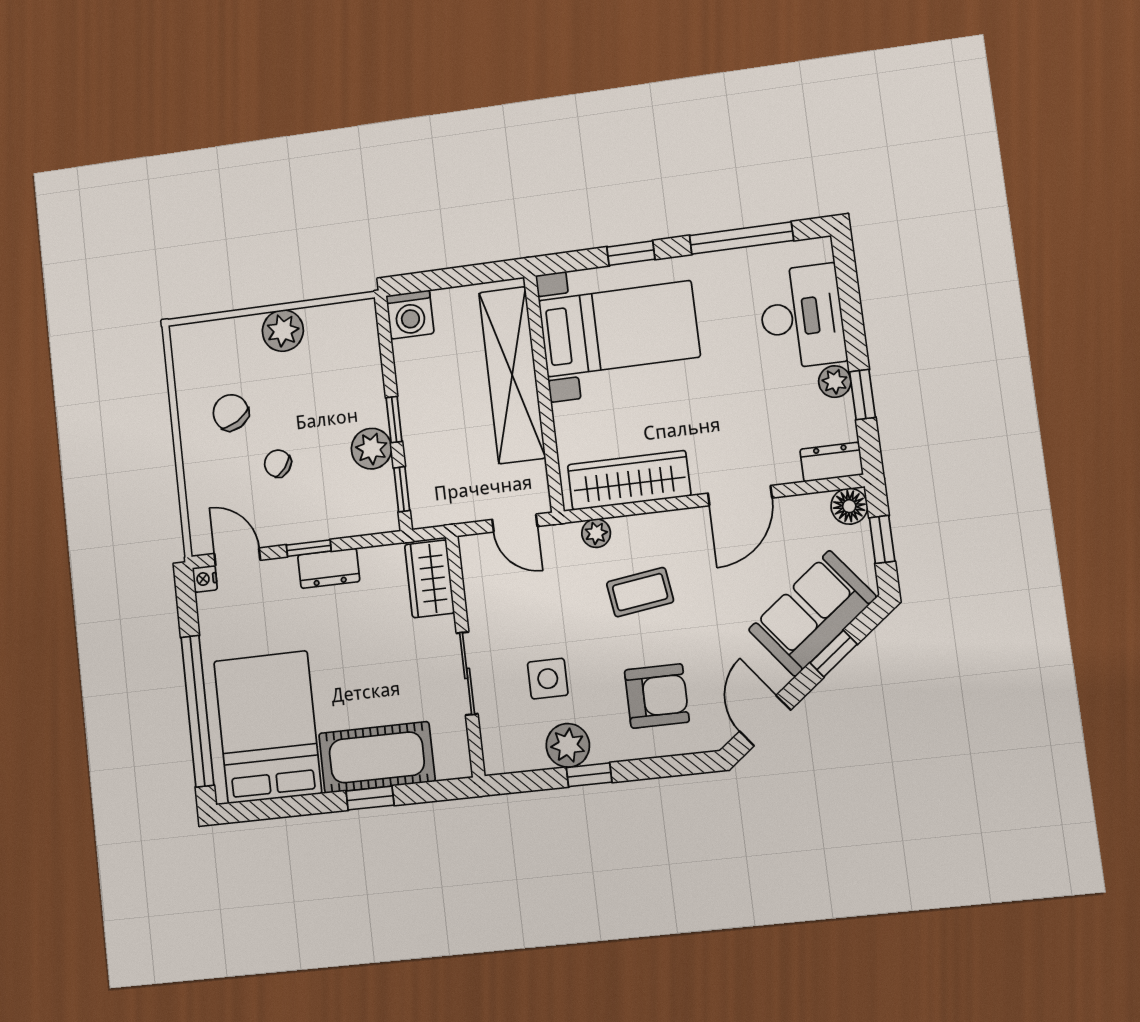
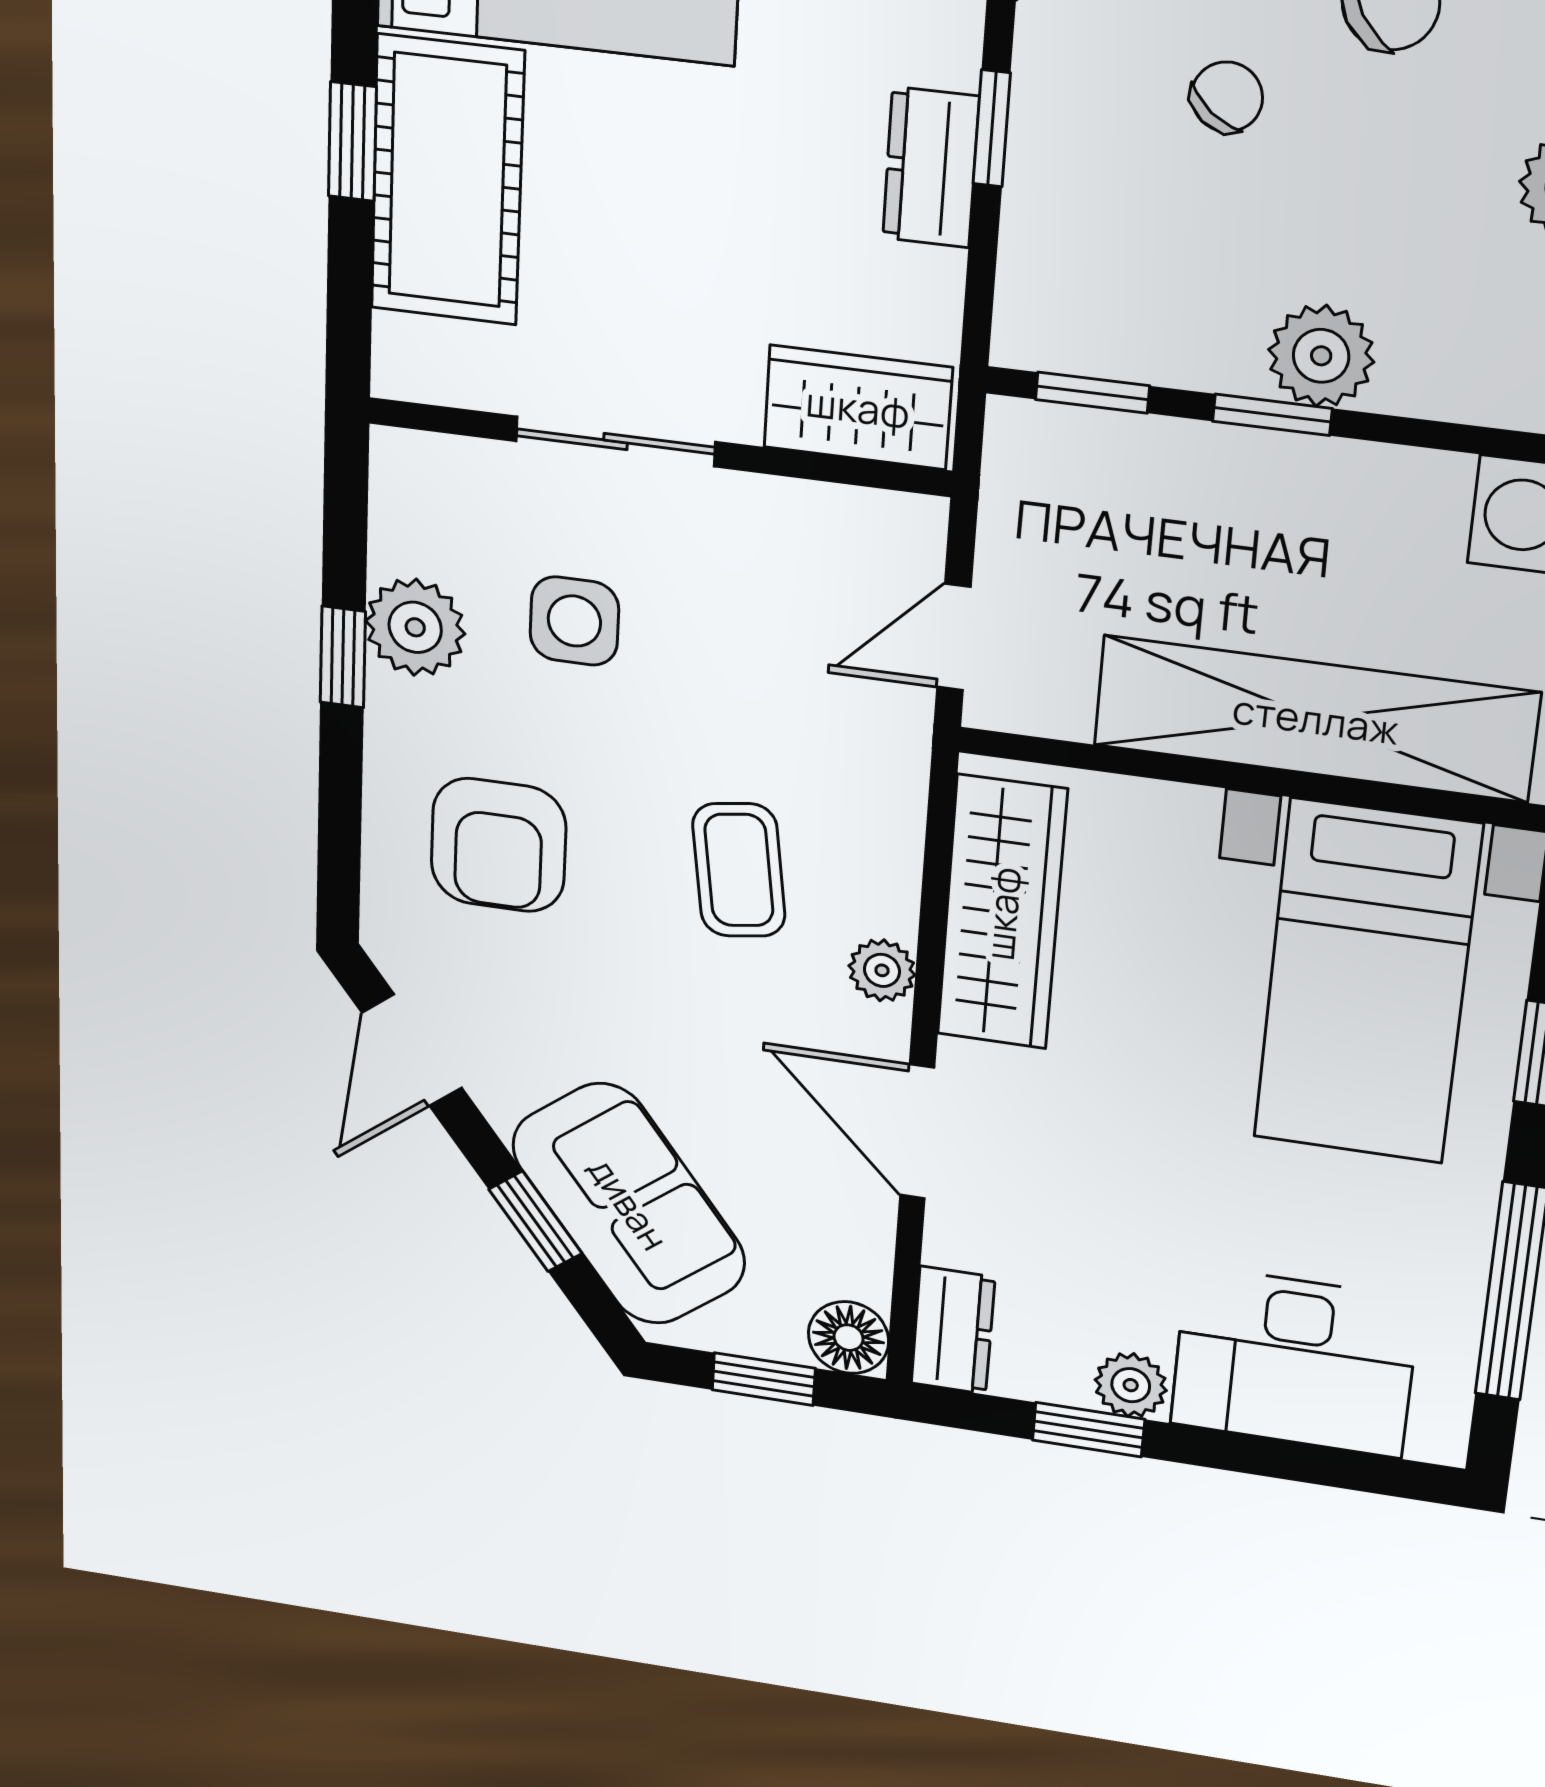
plant: (371, 449) -> (1321, 356), moved
plant: (596, 533) -> (882, 970), moved
door: (765, 721) -> (412, 1050), swing flipped

